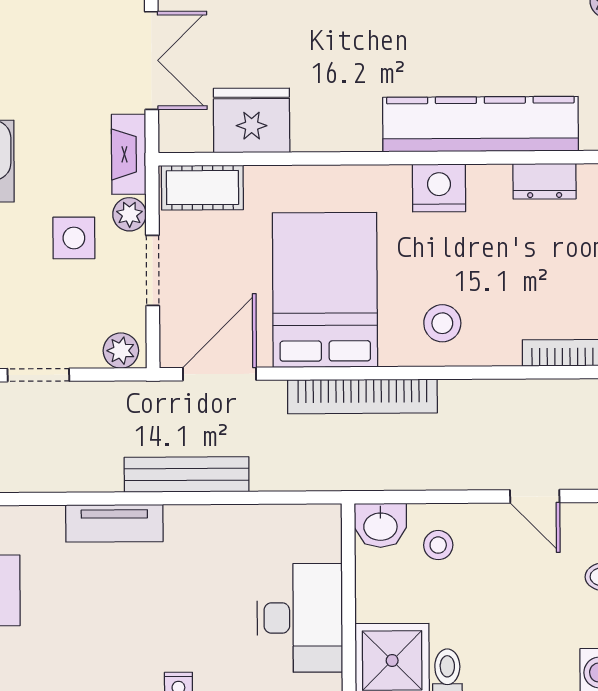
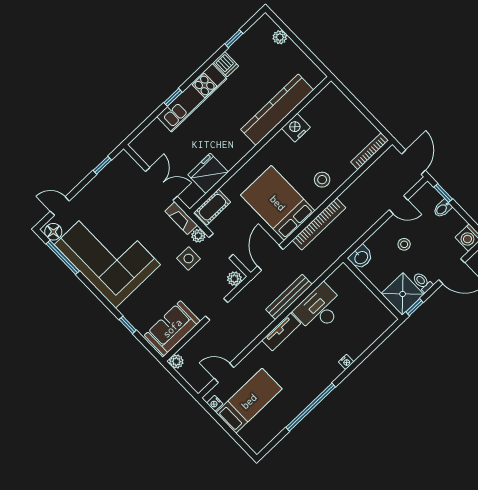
dresser: (545, 181) -> (312, 109), removed
nightstand: (439, 188) -> (296, 128), moved
stool: (438, 545) -> (404, 244), moved
desk: (300, 618) -> (319, 309), moved, turned -90

